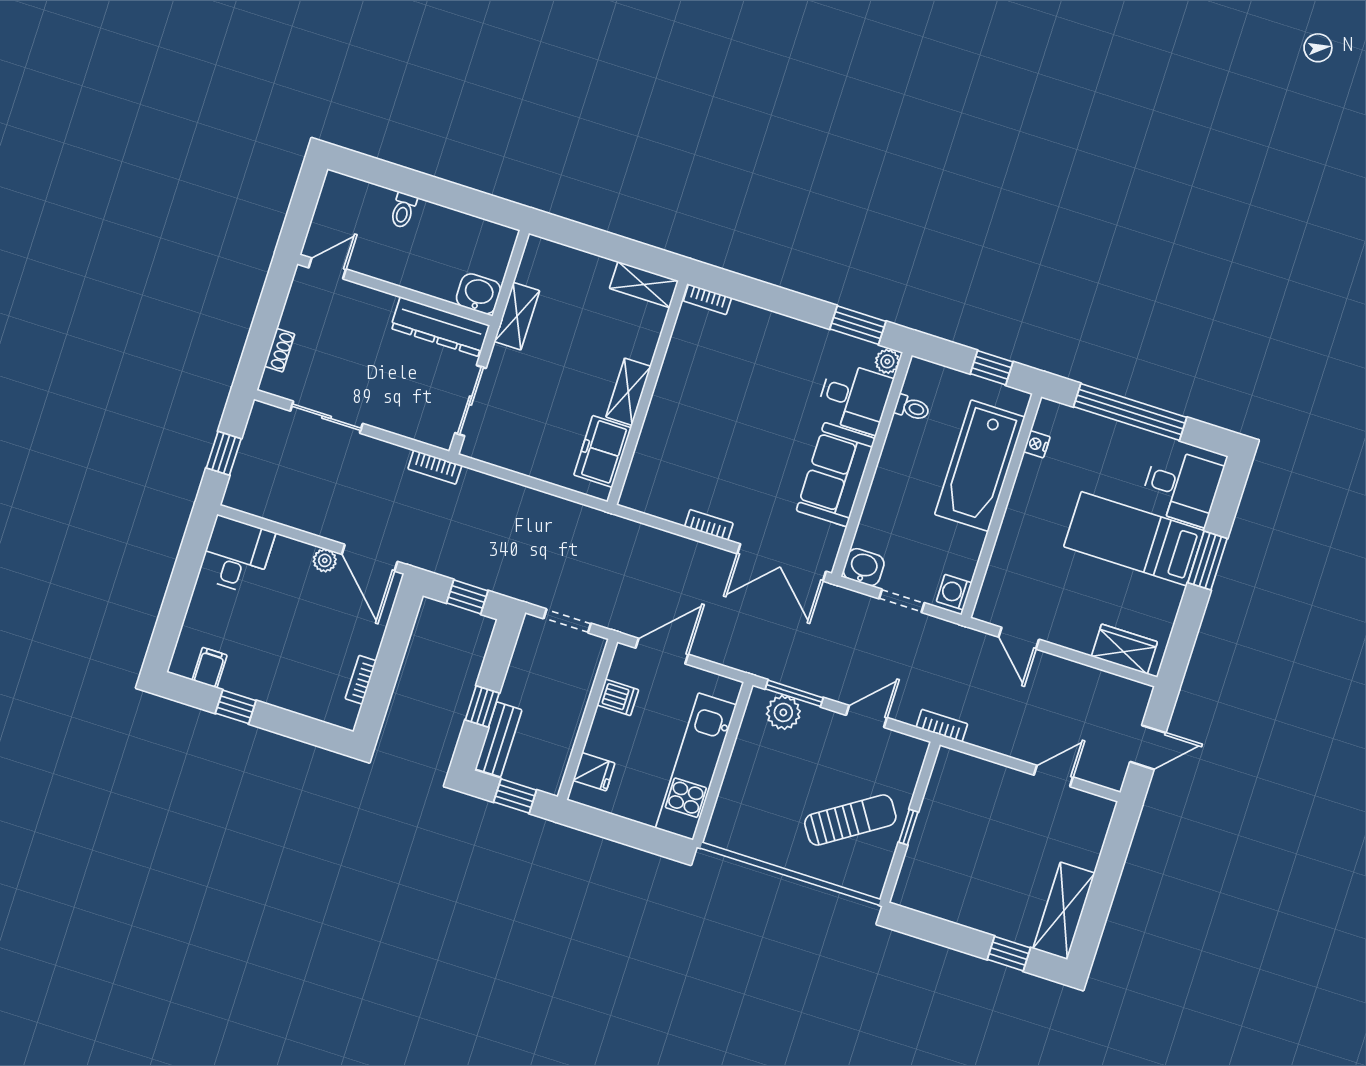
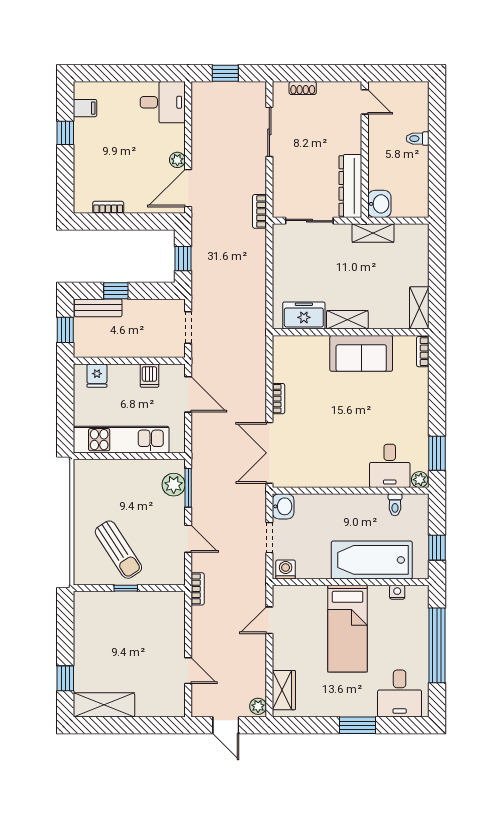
sofa: (836, 475) -> (361, 353), moved, turned 180
bed: (1134, 539) -> (347, 629), moved, turned 180
plant: (1136, 693) -> (258, 706), added

